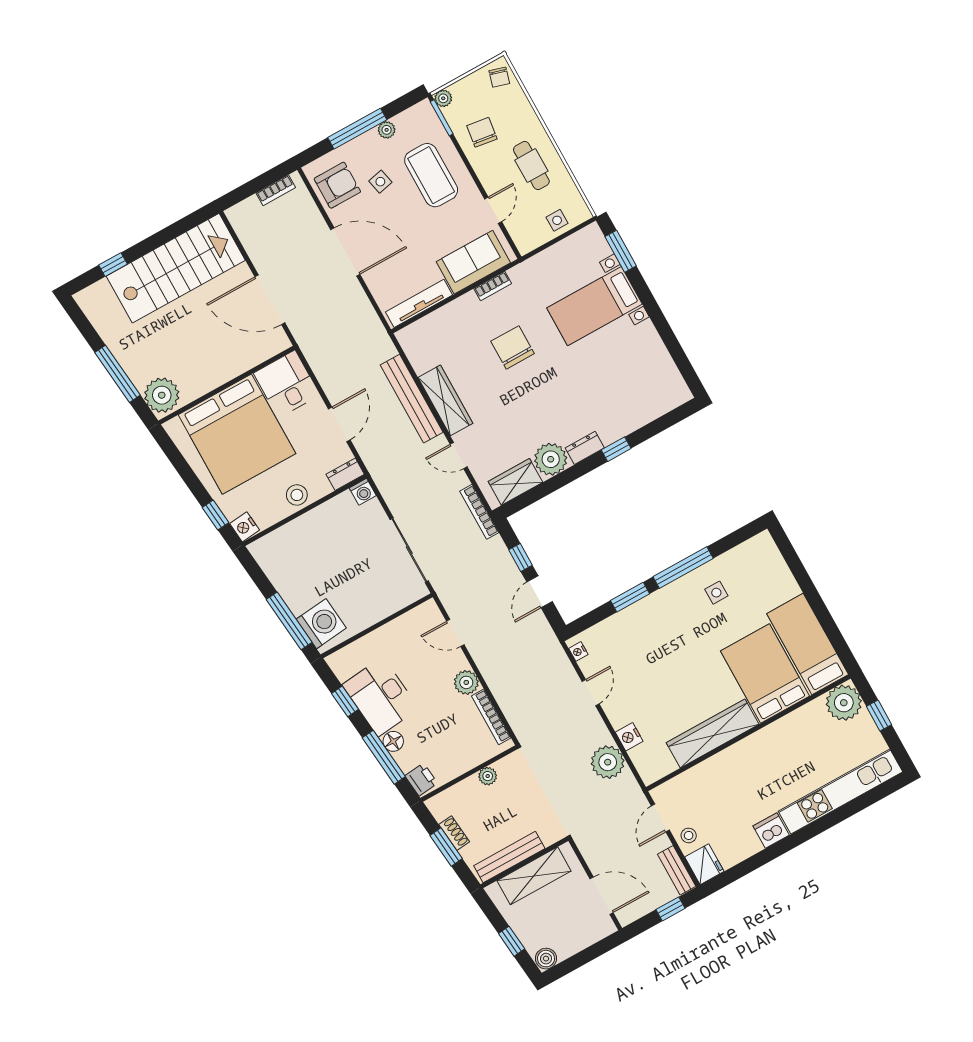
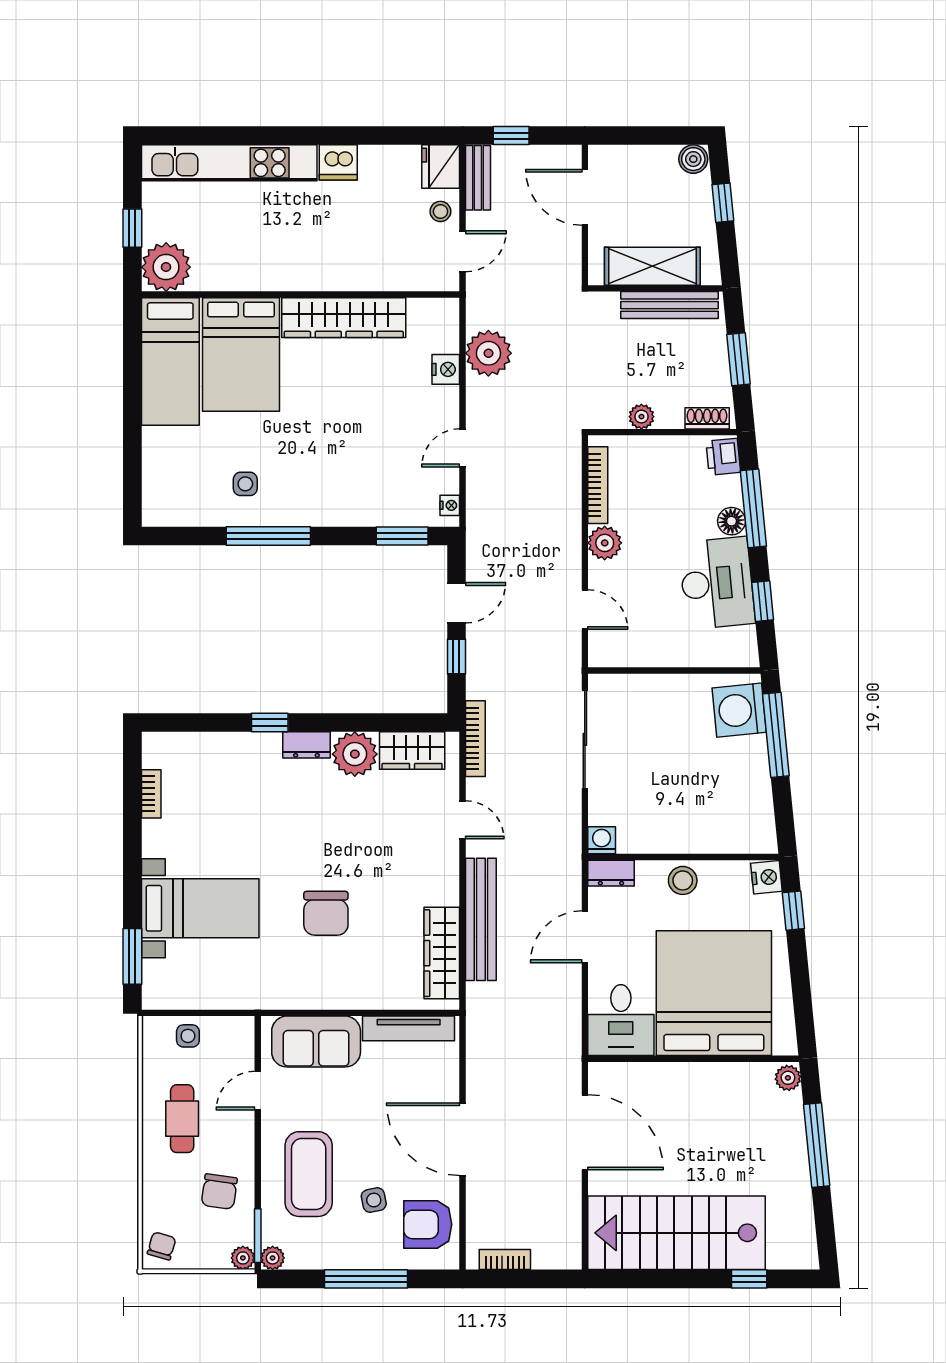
plant: (387, 130) -> (273, 1258), moved
bookcase: (493, 286) -> (151, 794), moved, turned 90
plant: (162, 395) -> (788, 1078), width x0.53, depth x0.53
wardrobe: (445, 400) -> (442, 953), moved
window: (630, 597) -> (402, 536), moved
shoe rack: (454, 833) -> (707, 418), moved, turned 96

